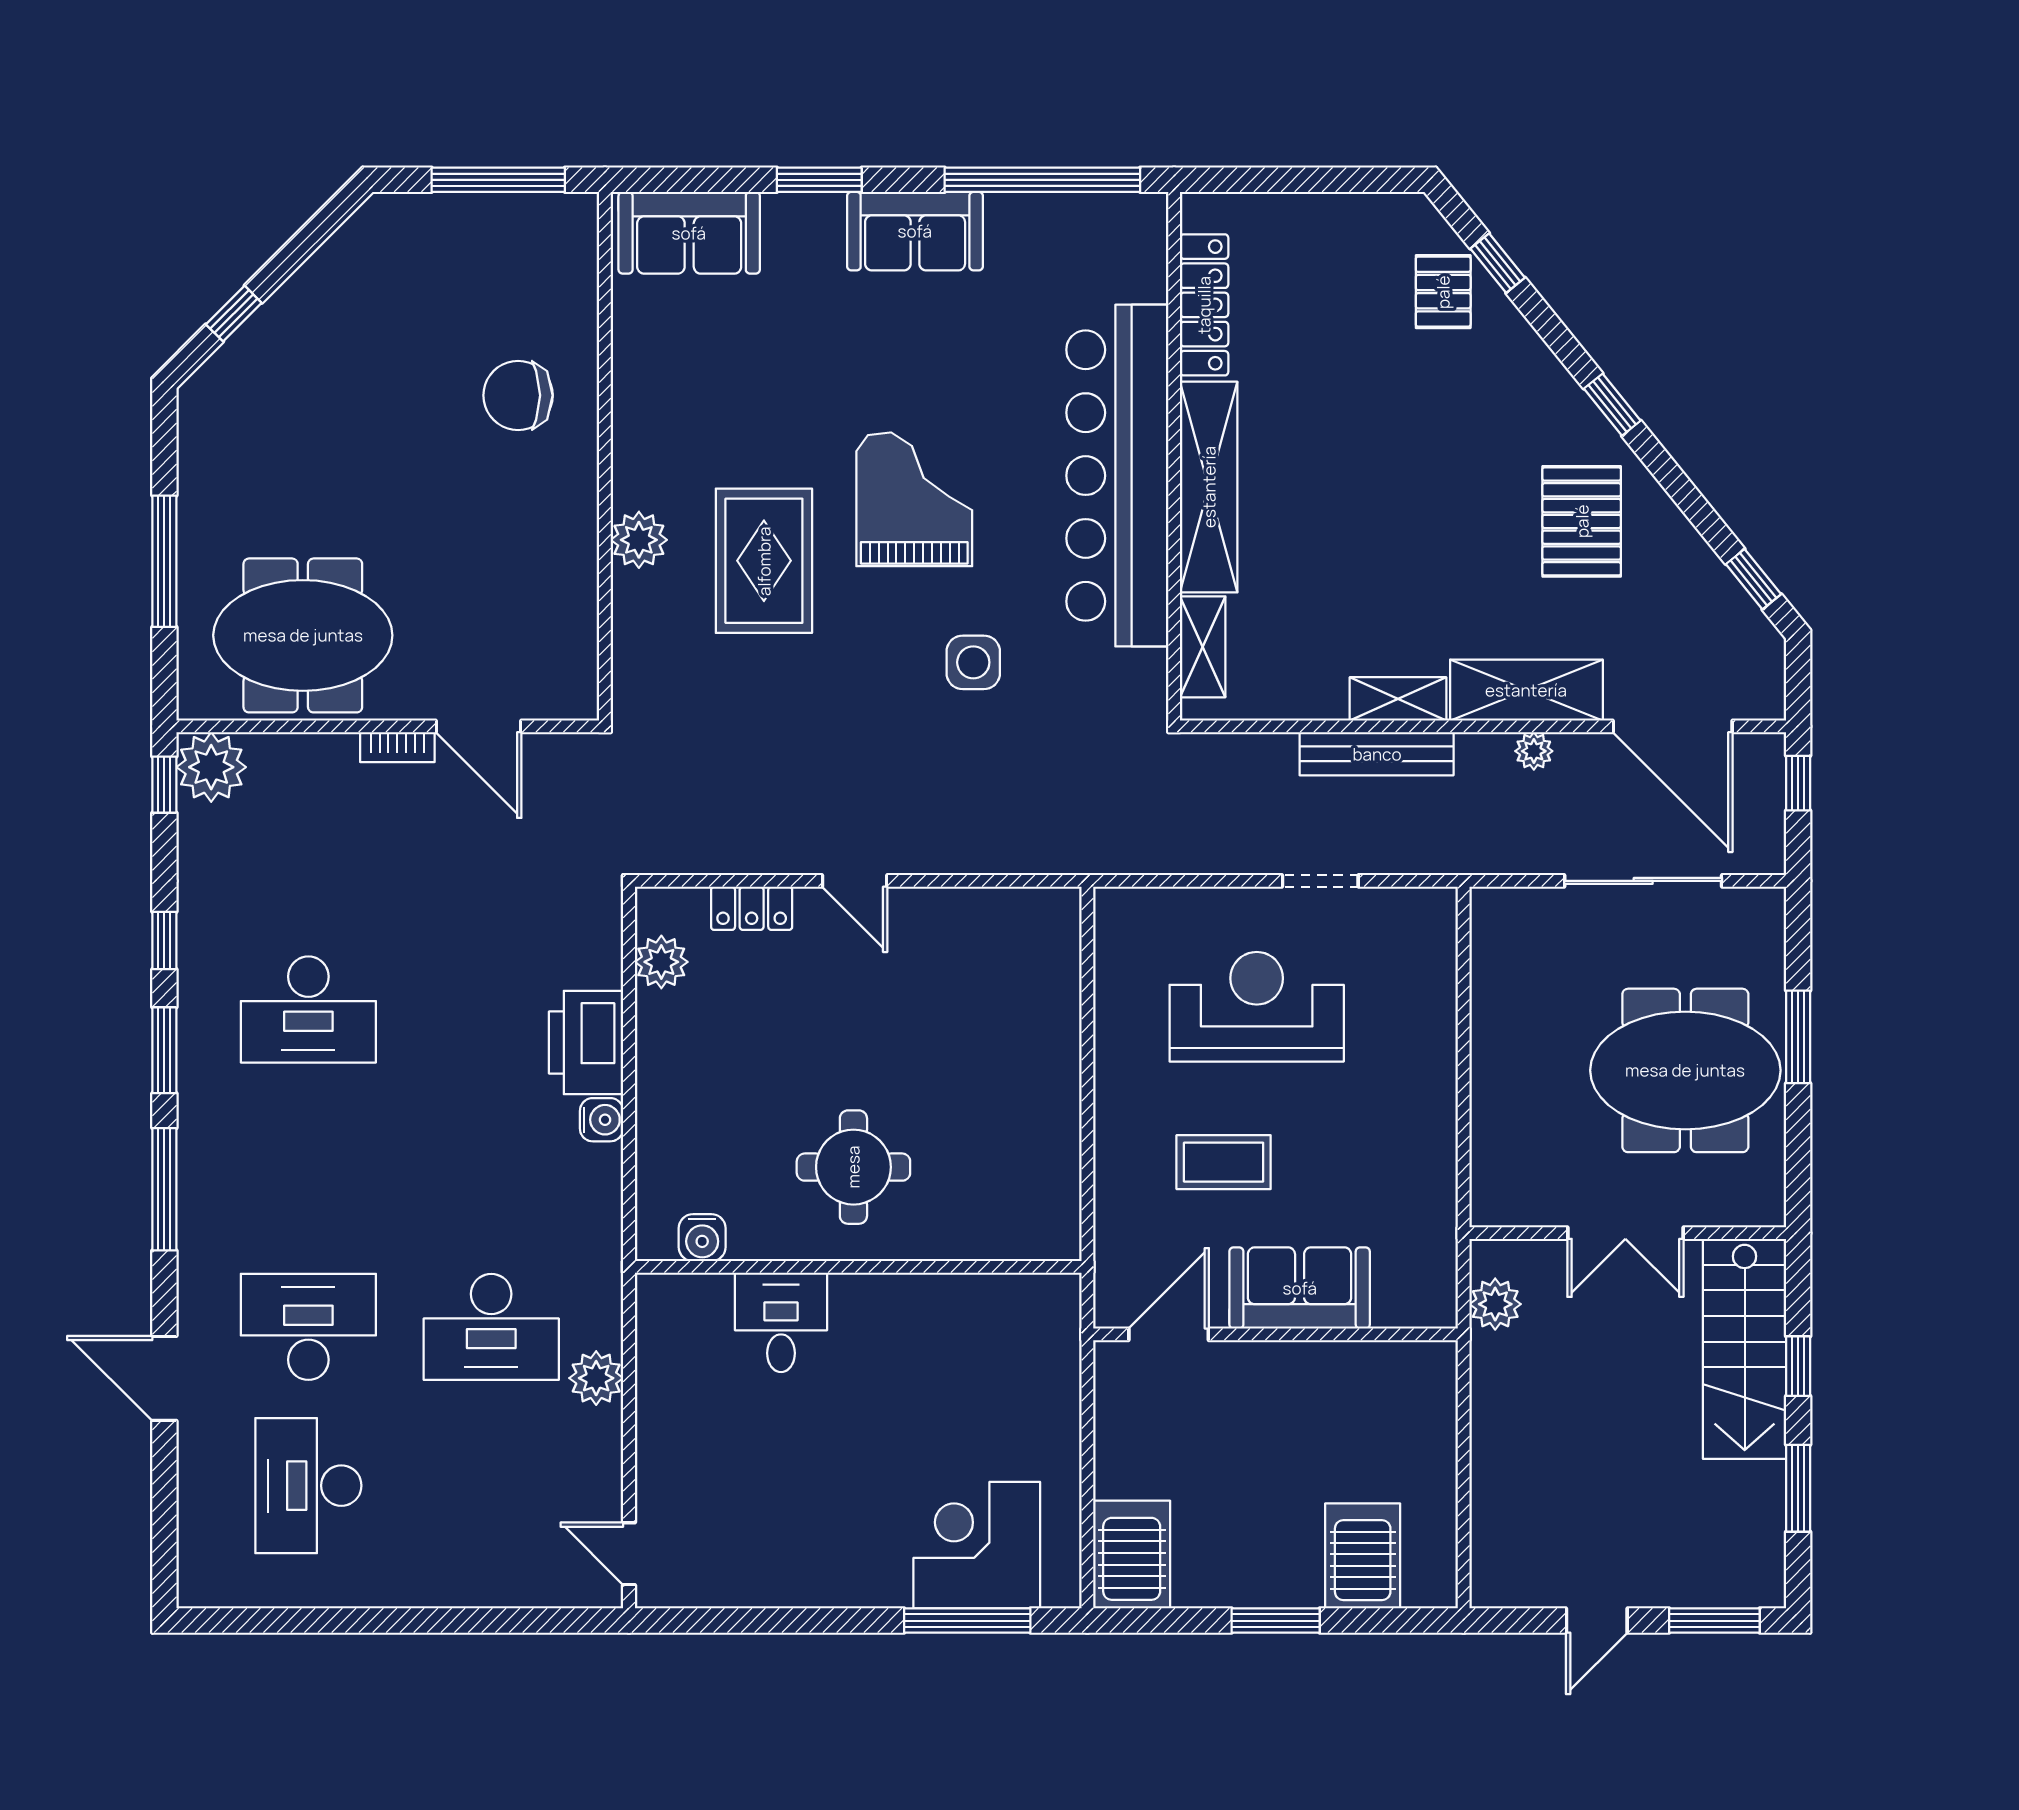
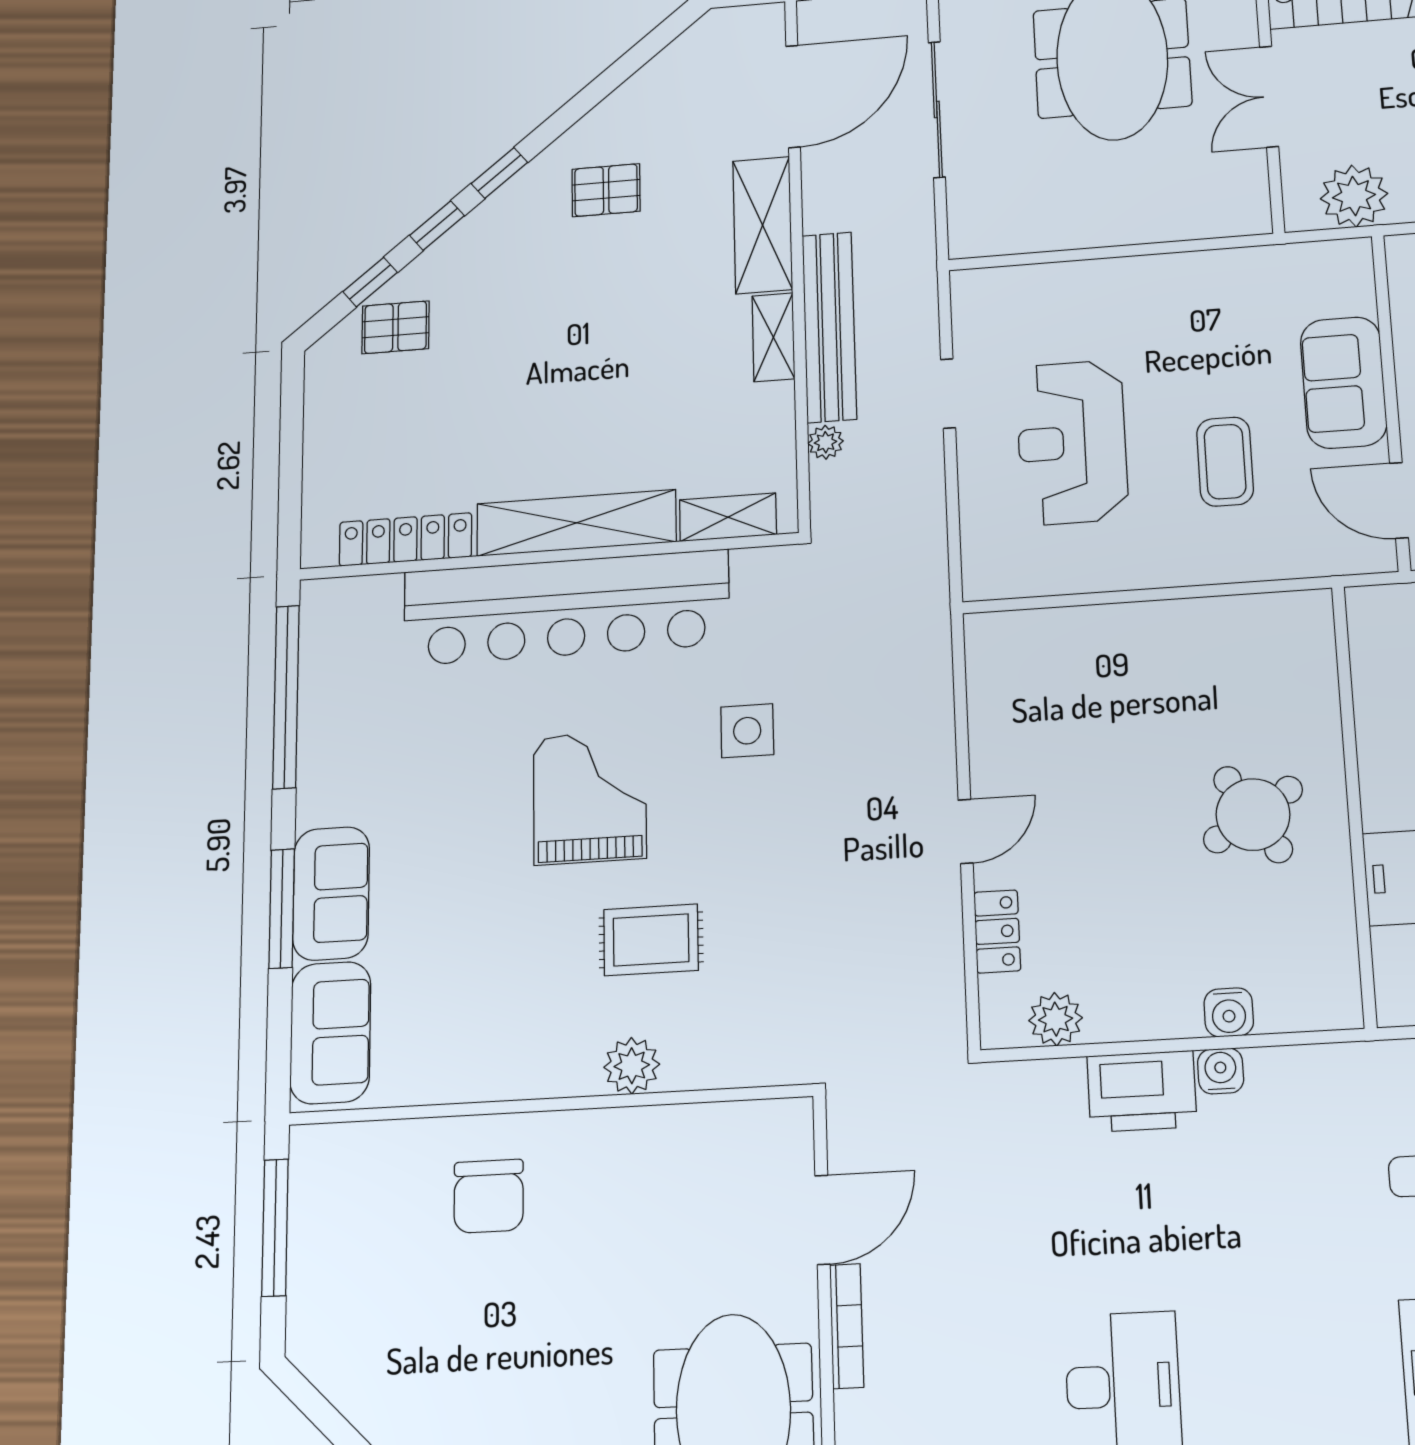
window: (819, 180) -> (282, 909), width x1.44
sofa: (915, 231) -> (331, 893), moved
grand piano: (914, 499) -> (590, 798), turned 90
pallet: (1582, 521) -> (606, 190), width x0.67, depth x0.71
rug: (764, 561) -> (651, 940), width x0.73, depth x0.70
window: (1754, 579) -> (437, 226), moved
bookcase: (397, 747) -> (847, 1326), width x1.56
plant: (1534, 751) -> (826, 442), moved
bench: (1377, 754) -> (829, 327), width x1.37, depth x1.21
round table: (853, 1167) -> (1253, 815), turned -32
double door: (1625, 1233) -> (1269, 97), swing flipped
water cooler: (702, 1238) -> (1229, 1012), moved, turned 90
plant: (1495, 1304) -> (1354, 196), width x1.36, depth x1.36

